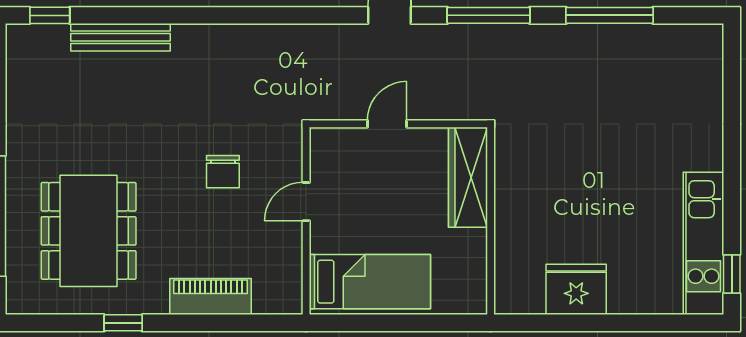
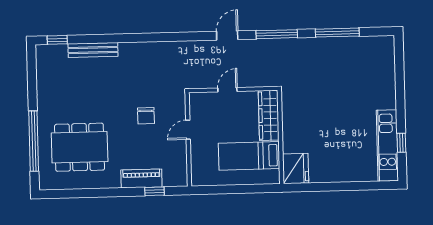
dining table: (89, 231) -> (80, 147), turned 90
window: (732, 274) -> (401, 143), moved
bed: (370, 282) -> (249, 156), moved, turned 180
fridge: (576, 289) -> (296, 169), moved, turned 90
window: (123, 323) -> (154, 191), moved

